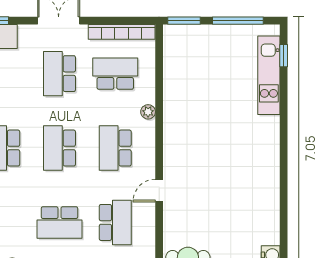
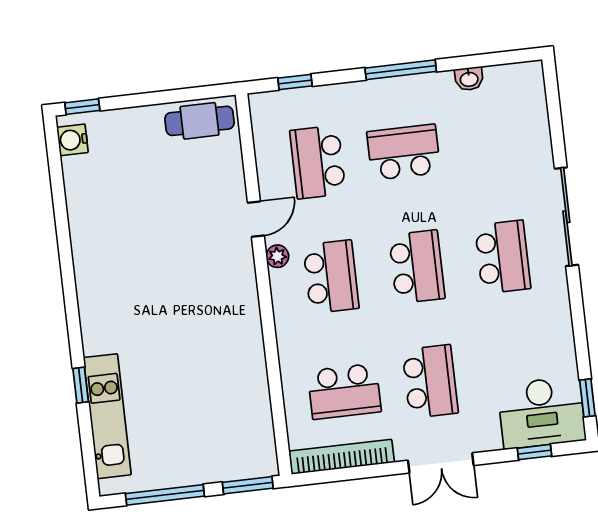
window: (284, 56) -> (81, 385), moved
plant: (148, 112) -> (277, 256), moved

